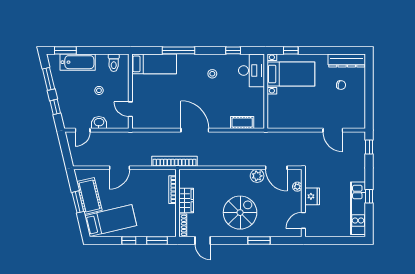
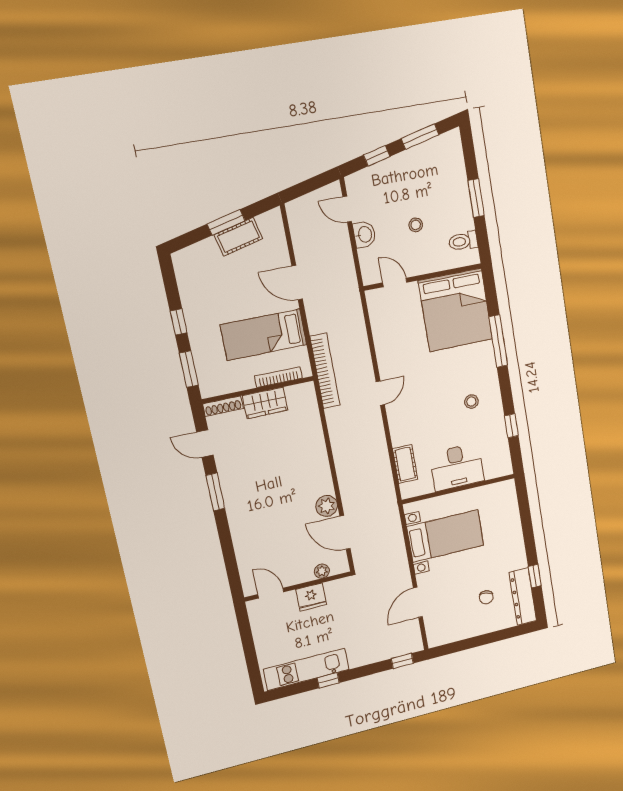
window: (65, 50) -> (476, 198), moved
window: (291, 50) -> (535, 576), moved
bathtub: (78, 62) -> (454, 181), removed
bed: (154, 64) -> (456, 310), width x2.04
desk: (251, 70) -> (457, 467), moved
bed with nightstands: (291, 74) -> (445, 536), moved, turned -90
door: (130, 109) -> (395, 282), hinge flipped
door: (195, 130) -> (380, 393), width x0.53
door: (276, 168) -> (345, 532), hinge flipped
cot: (89, 196) -> (238, 237), width x0.73, depth x0.75
spiral stairs: (240, 213) -> (263, 493), removed
bed: (111, 221) -> (264, 335), moved, turned 103
door: (203, 240) -> (205, 444), hinge flipped
window: (259, 240) -> (215, 492), moved

